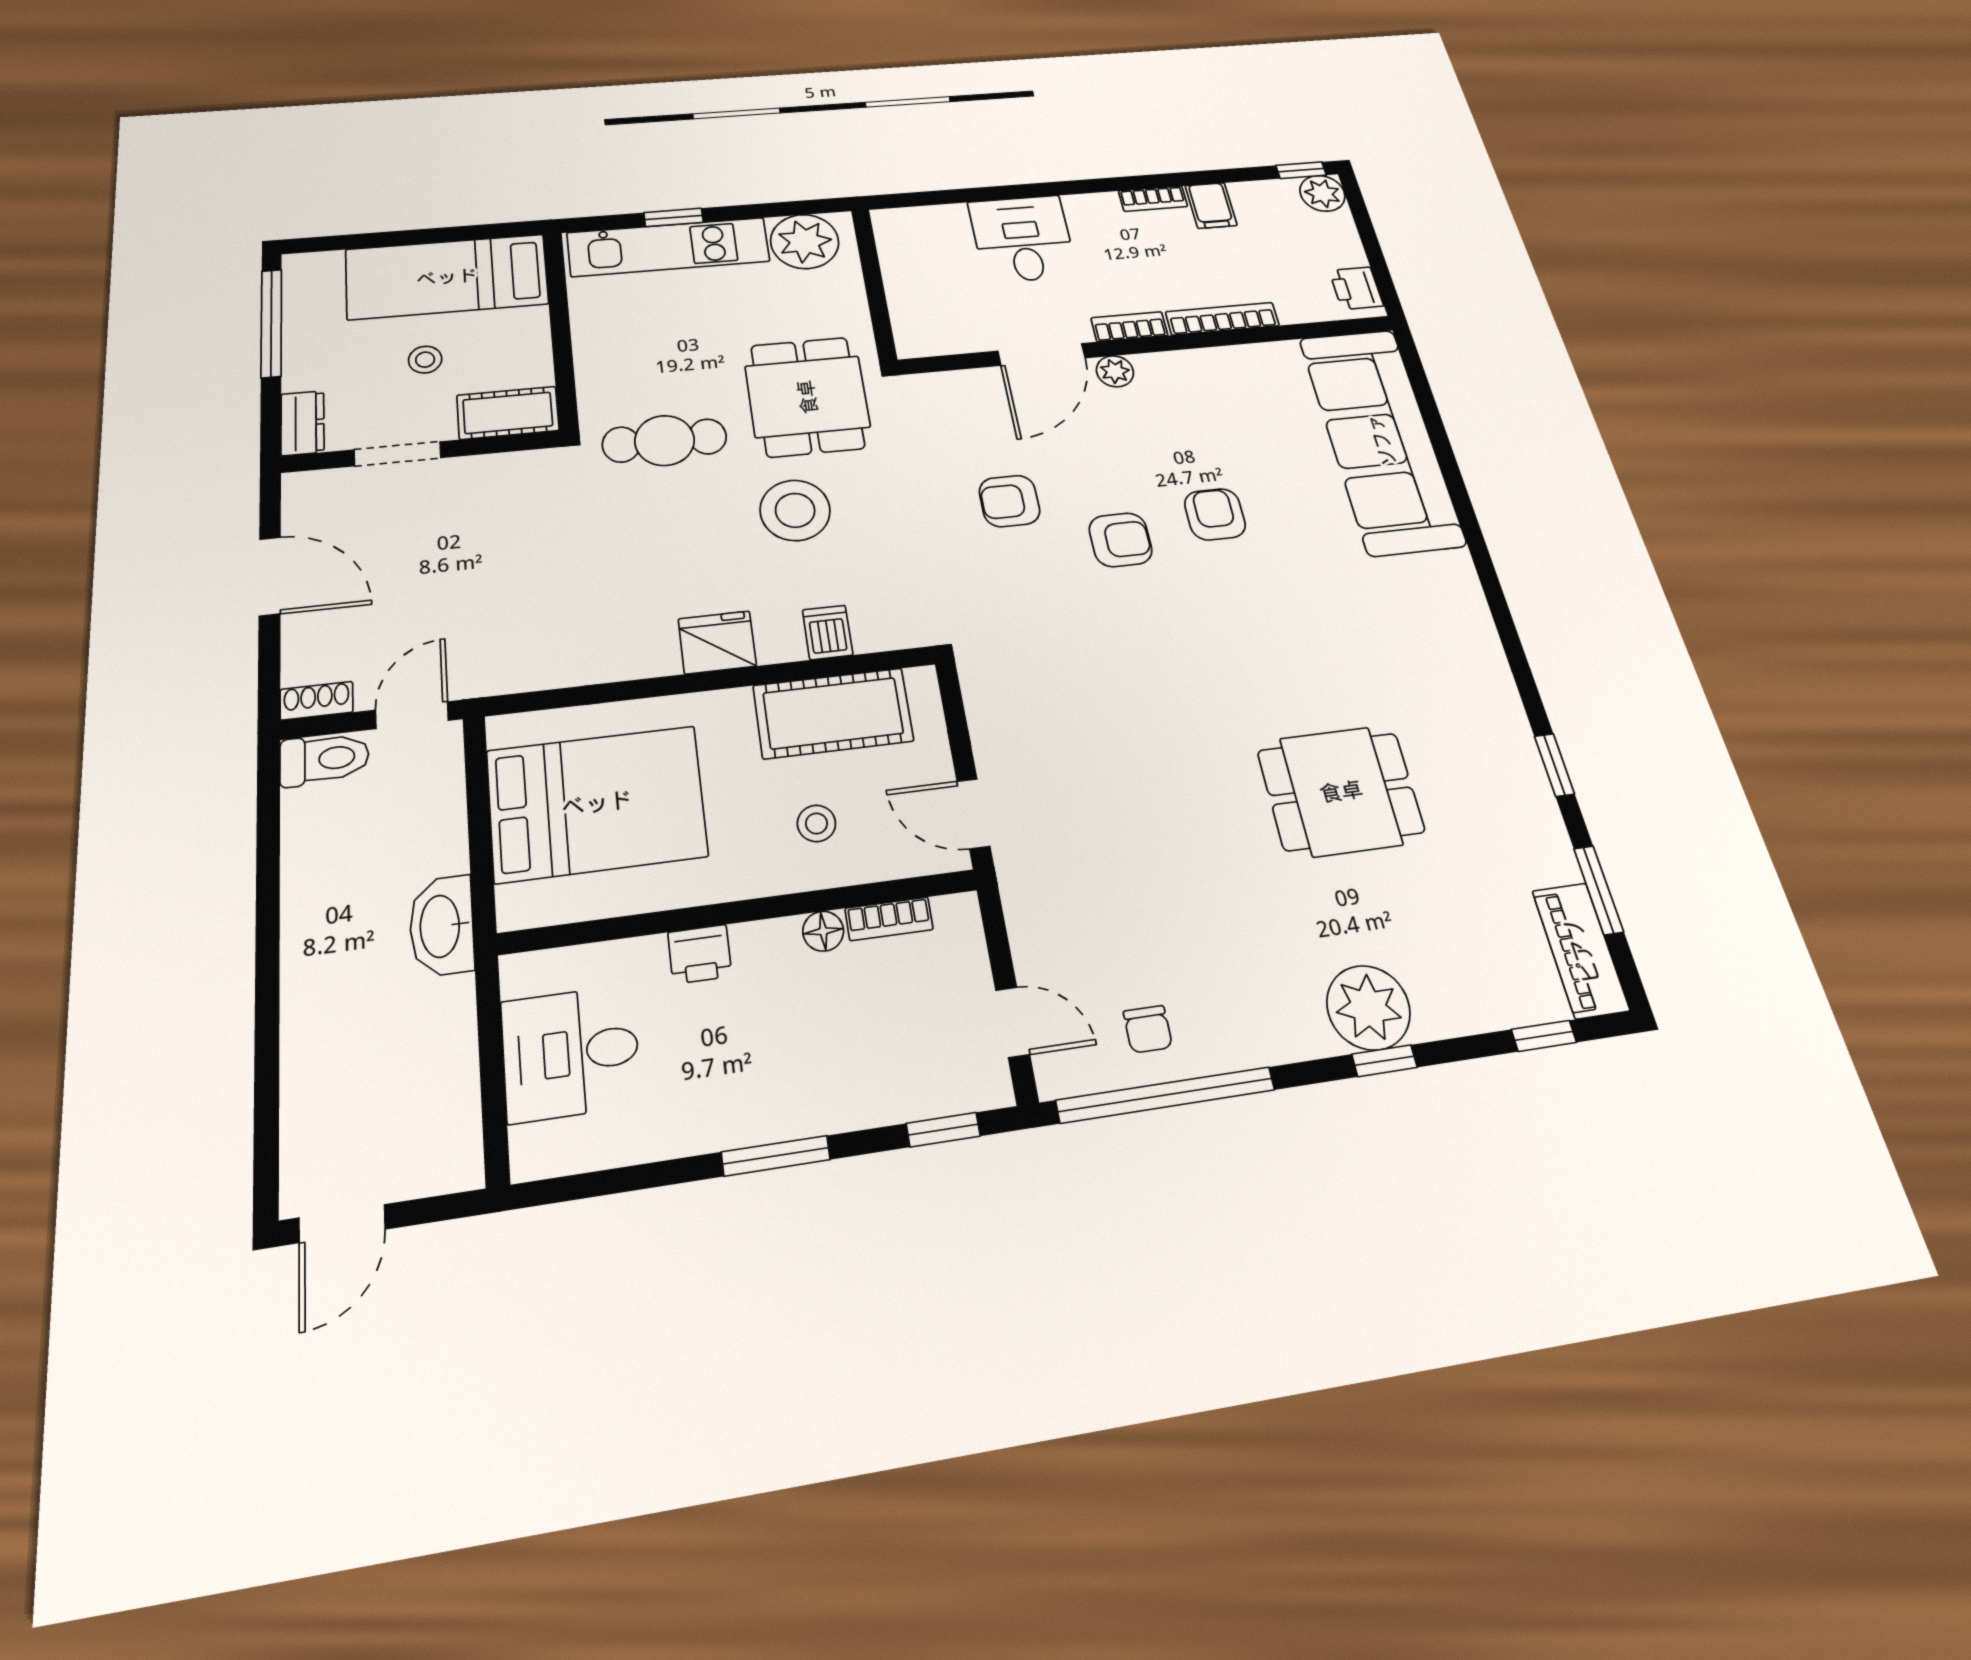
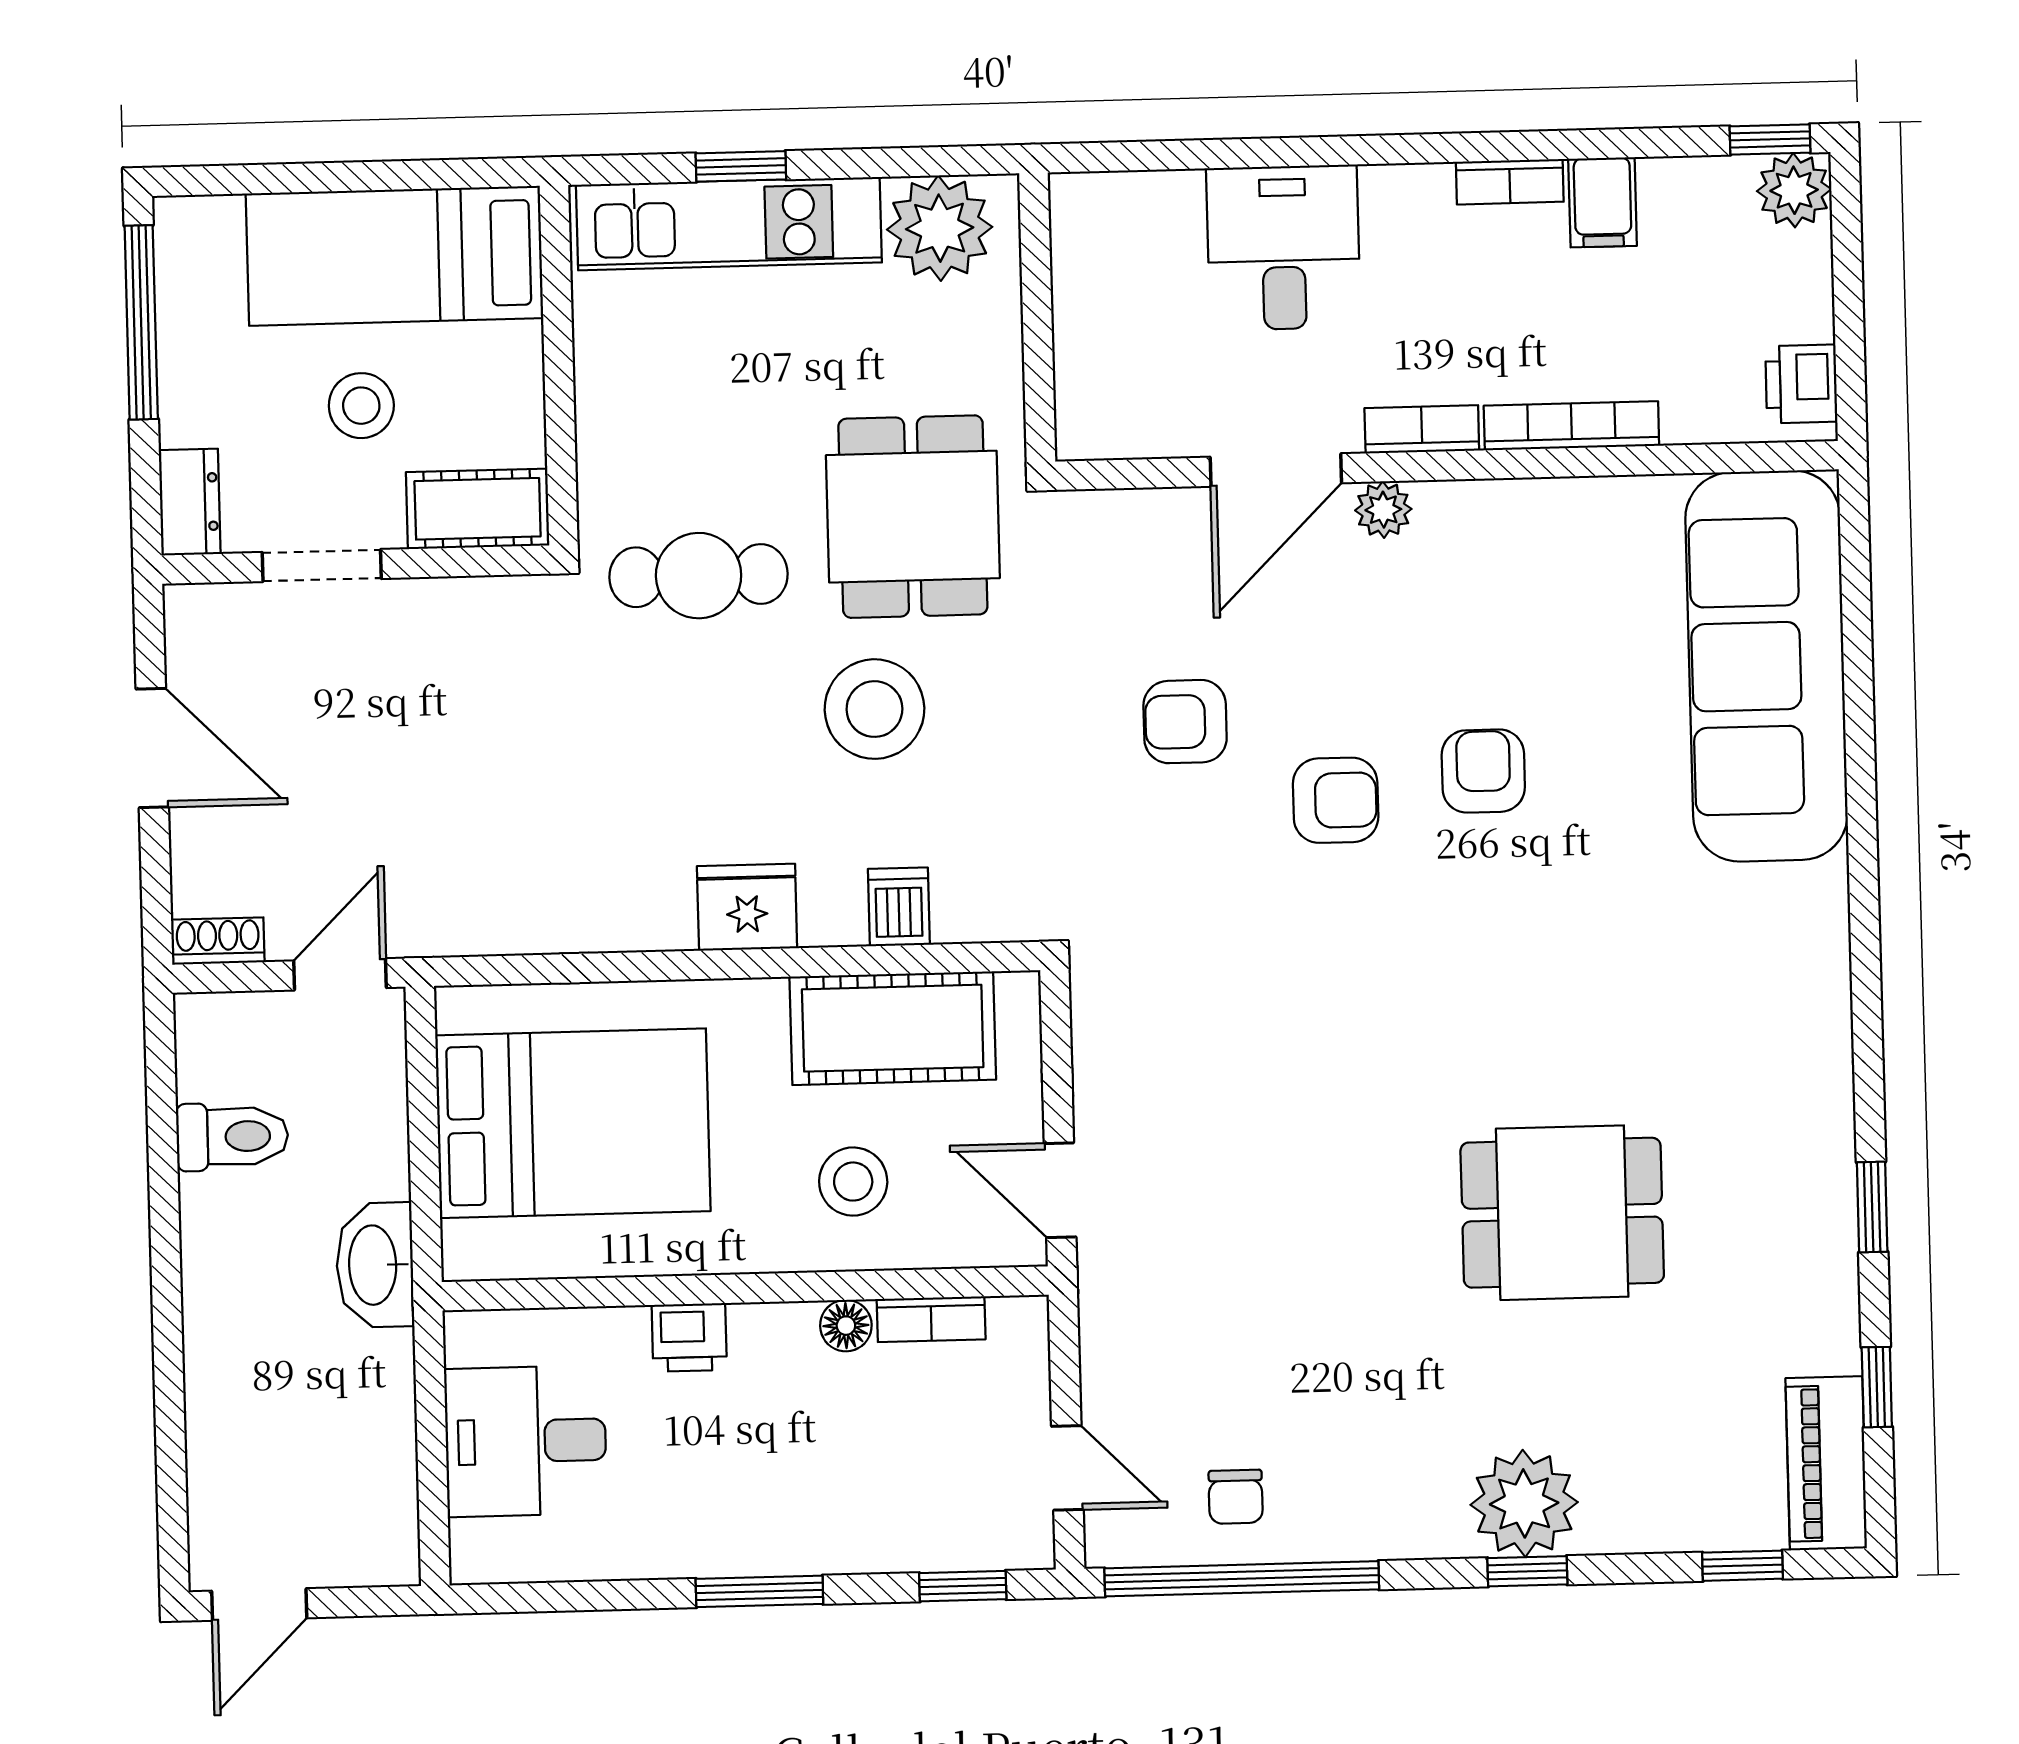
stool: (425, 360) -> (361, 406), width x1.37, depth x1.37
toilet: (324, 759) -> (232, 1136), moved
stool: (816, 823) -> (853, 1182), width x1.37, depth x1.37
window: (1599, 890) -> (1877, 1387), width x0.67

